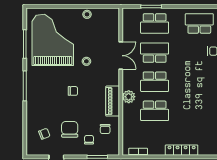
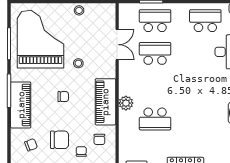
school desk: (155, 23) -> (155, 21), turned 180
double door: (121, 56) -> (117, 45), moved
school desk: (155, 82) -> (155, 86), removed
piano: (35, 98) -> (21, 105), added
piano: (113, 101) -> (105, 102), width x1.37, depth x1.33
chair: (70, 129) -> (60, 140), turned 90

